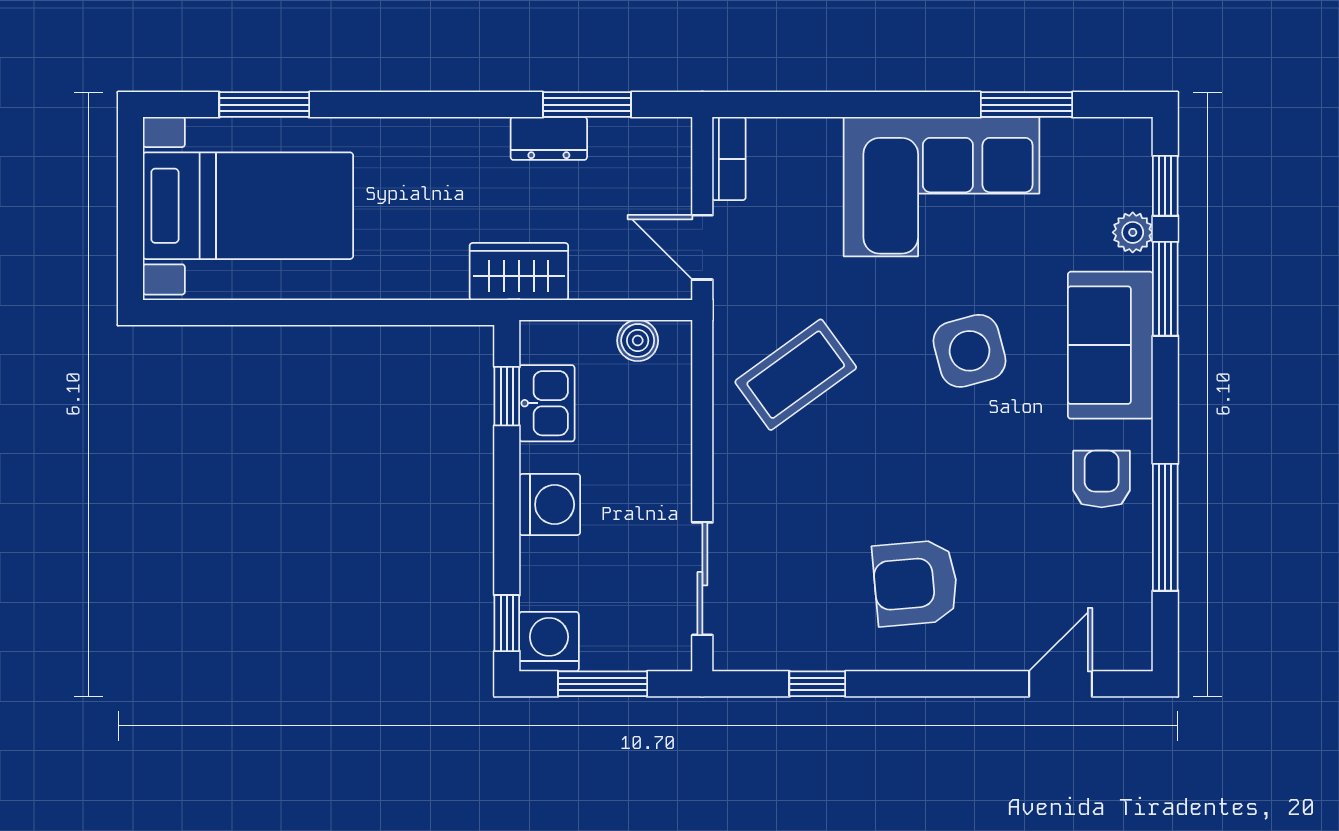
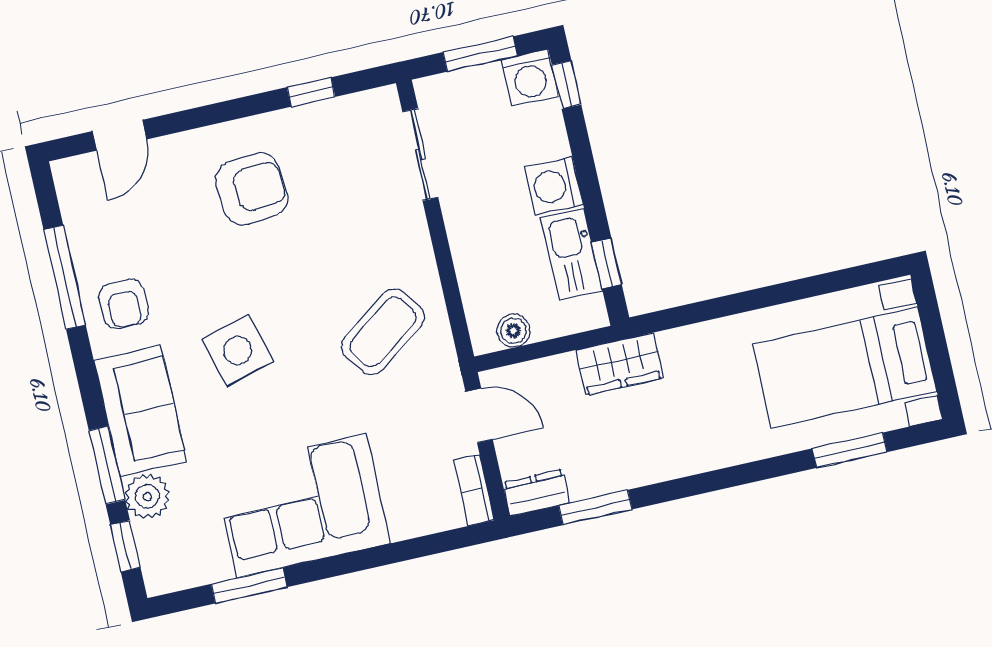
dresser: (549, 138) -> (536, 493), moved
plant: (1133, 232) -> (147, 496), width x1.38, depth x1.38
side table: (970, 351) -> (238, 350), moved
kitchen sink: (547, 403) -> (571, 254), width x1.38

